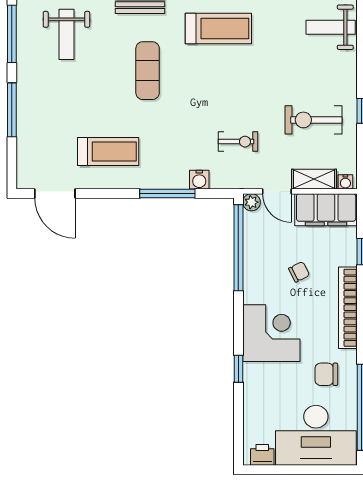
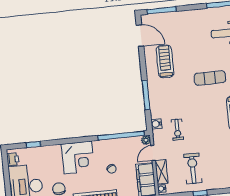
window: (12, 110) -> (162, 10), moved
treadmill: (108, 152) -> (165, 61), turned 180
water cooler: (199, 180) -> (156, 124), moved
door: (55, 194) -> (140, 36), swing flipped
window: (238, 369) -> (33, 144), moved

